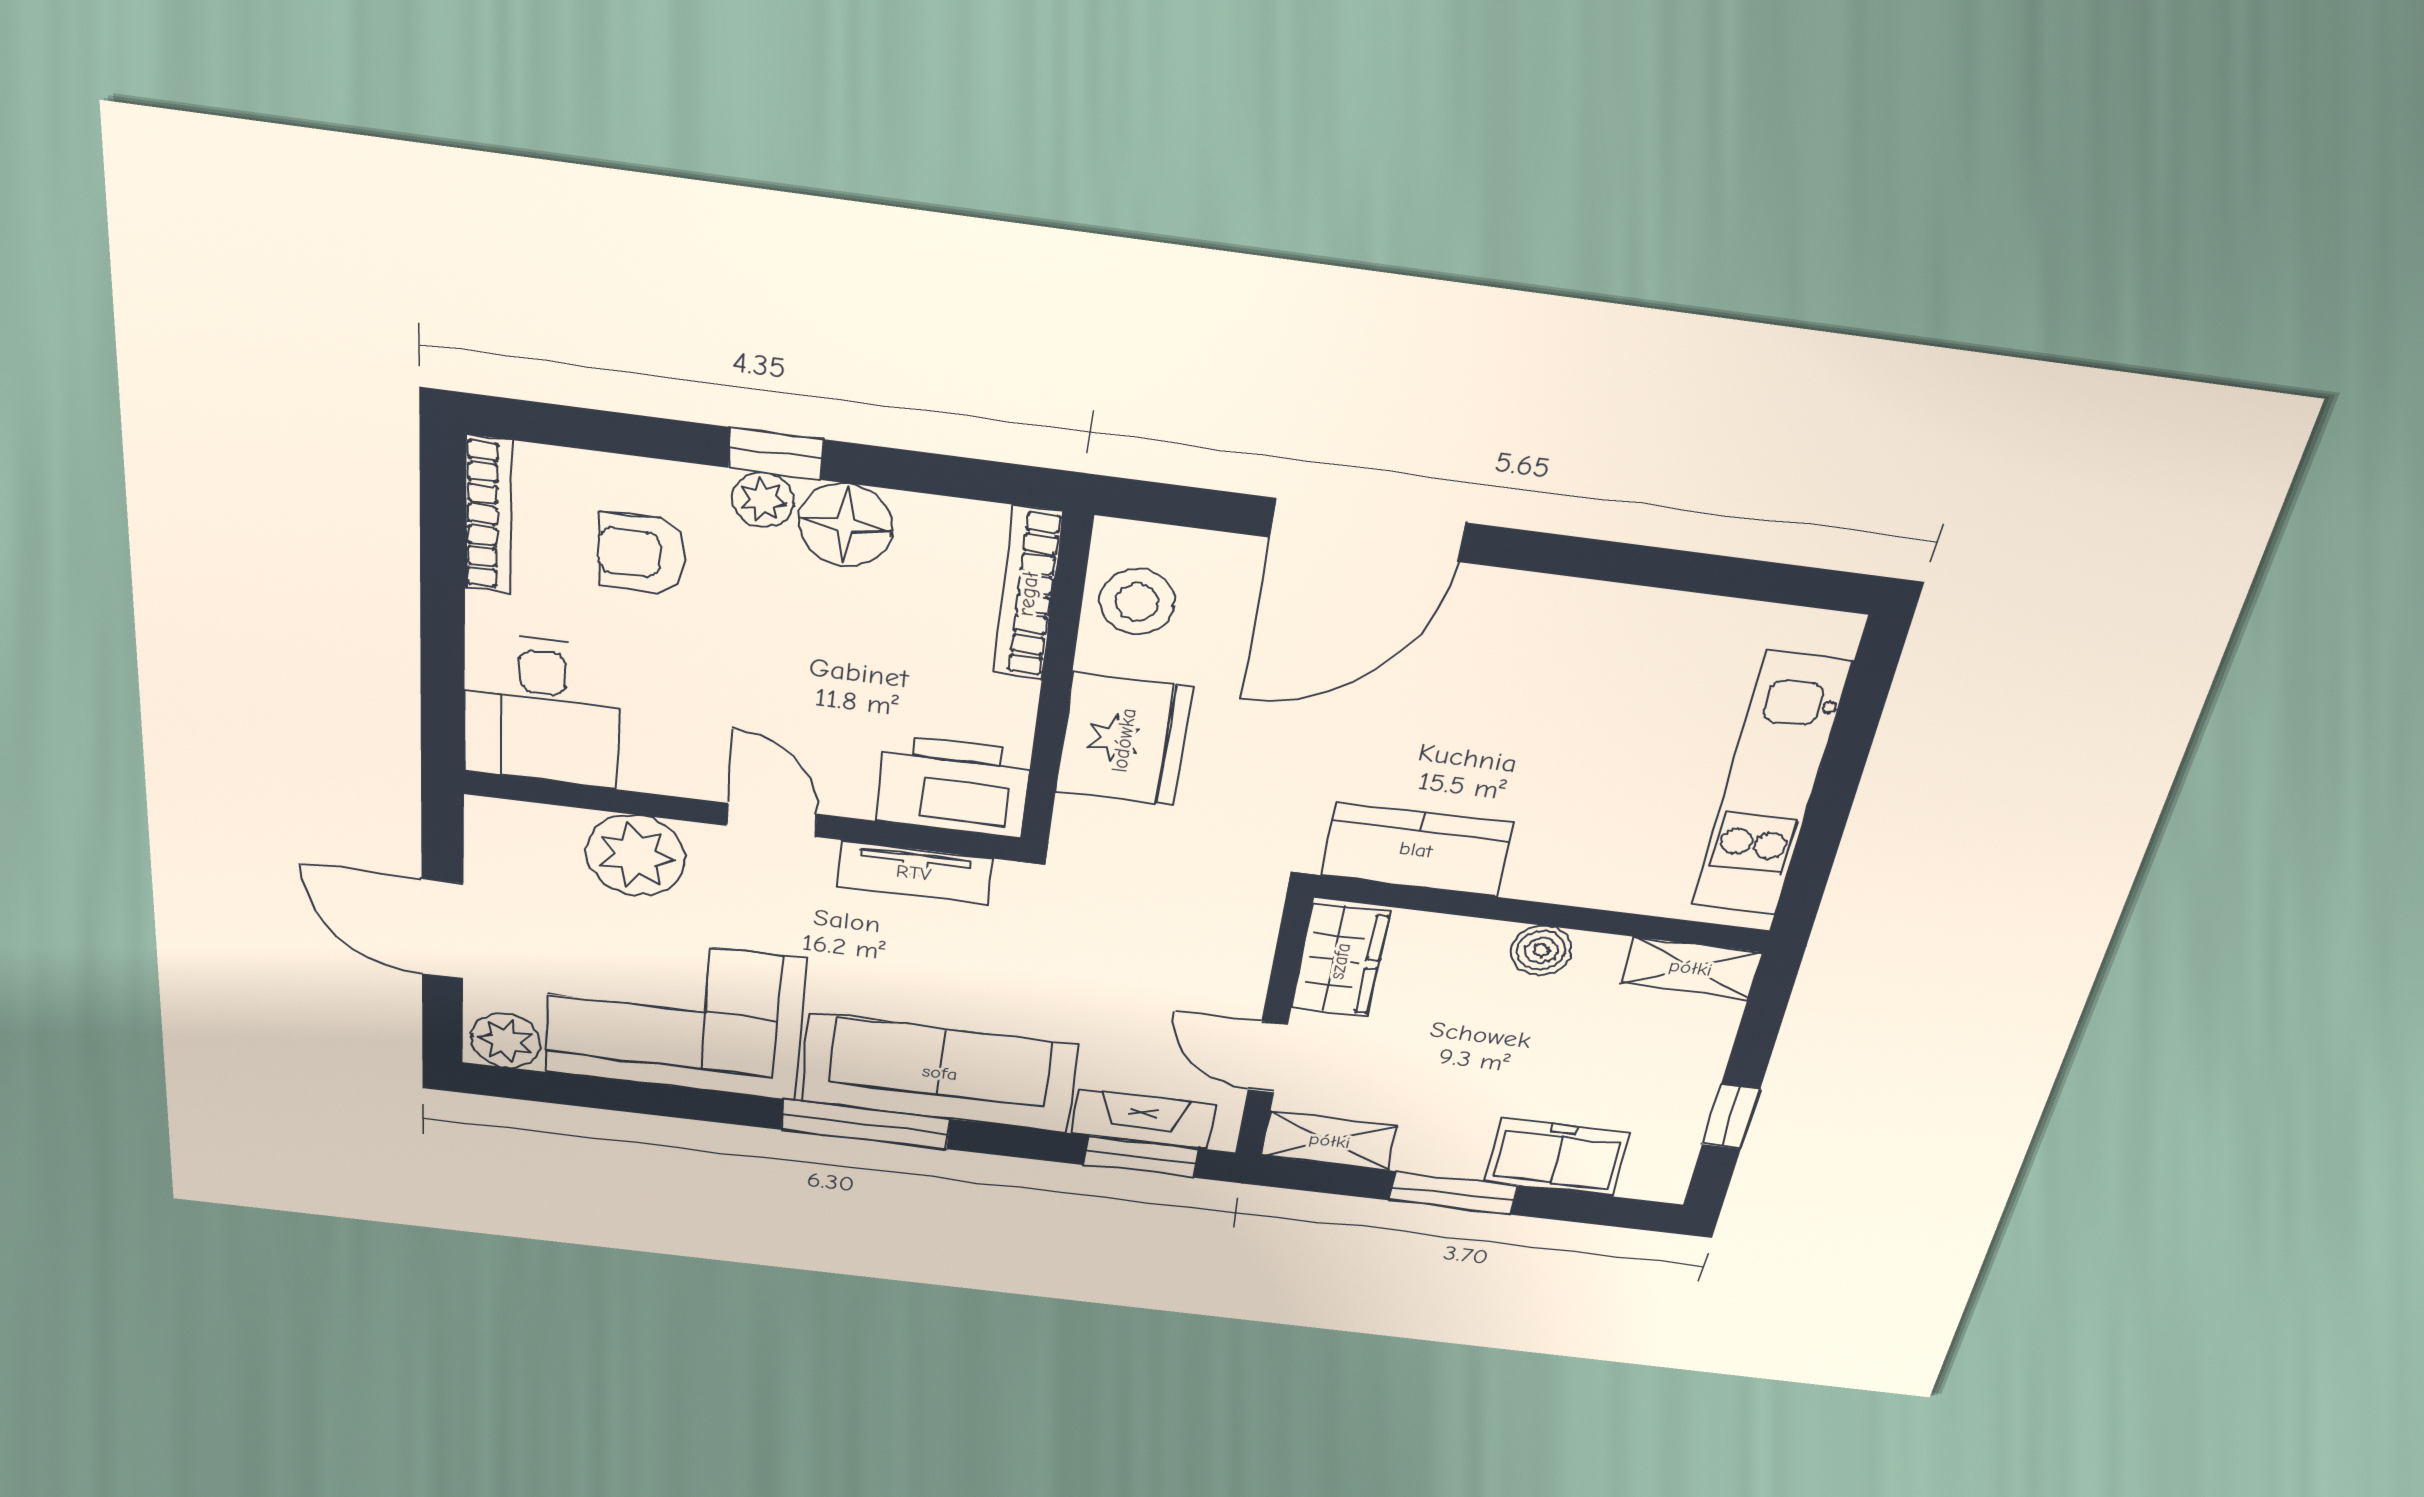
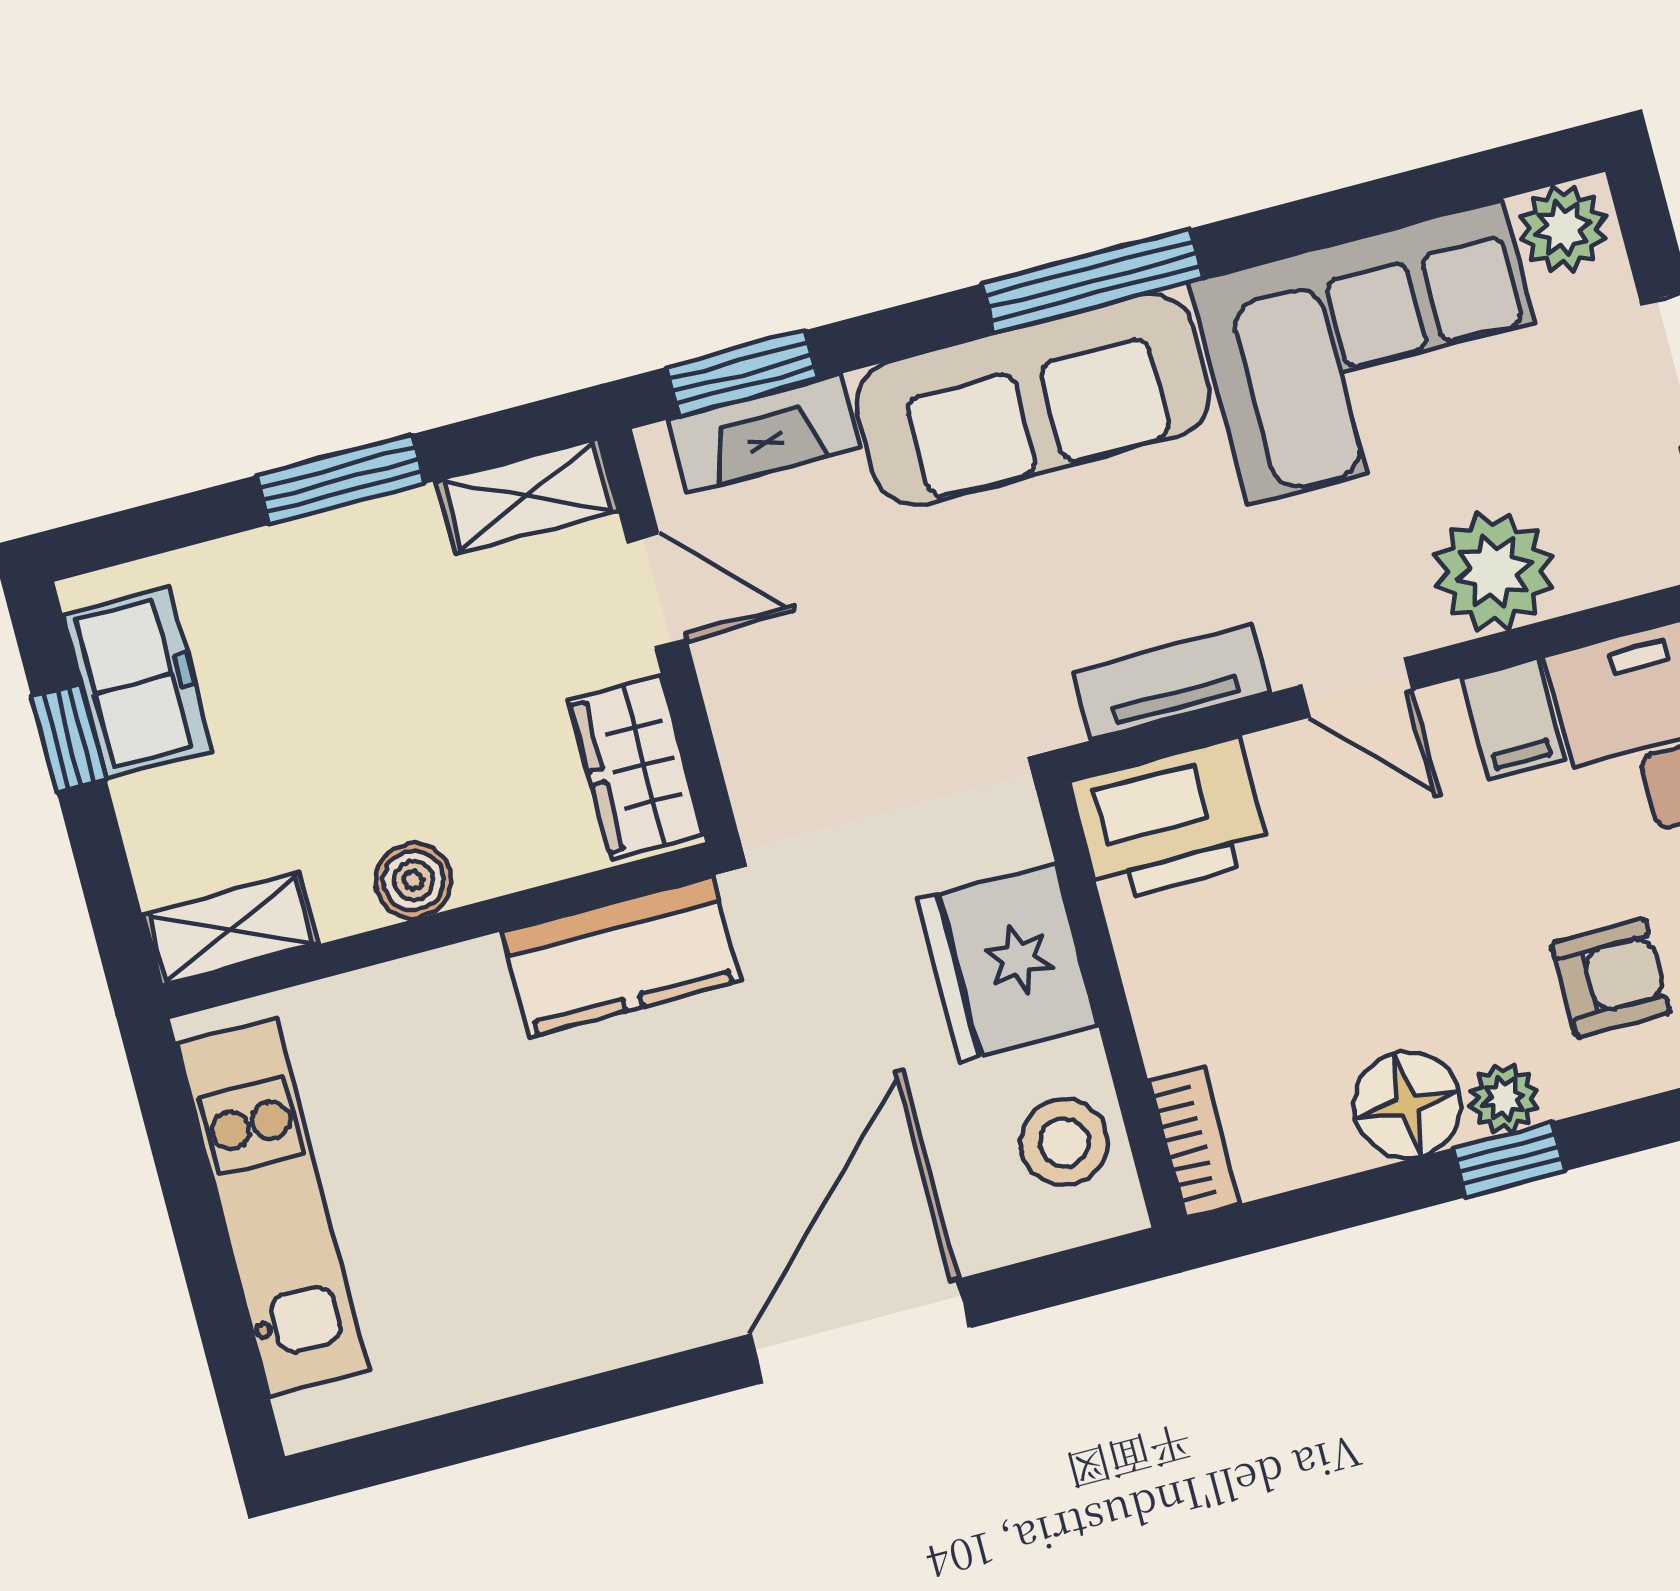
bookcase: (1028, 594) -> (1194, 1142), width x0.64
filing cabinet: (657, 757) -> (1512, 719), added
freezer: (1557, 1157) -> (138, 682), moved, turned -90

